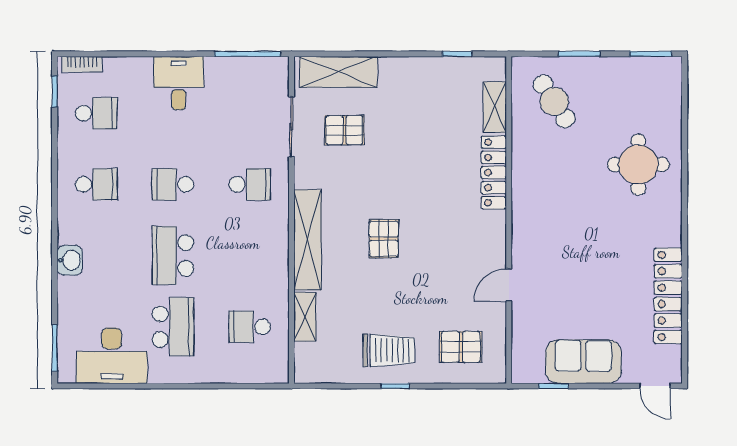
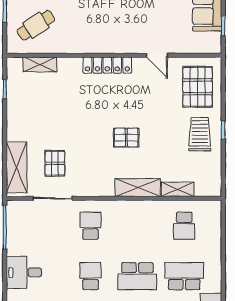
locker: (494, 173) -> (107, 65), moved
school desk: (173, 184) -> (91, 276), turned 180
shelving: (308, 240) -> (138, 188), width x0.68
pallet: (461, 347) -> (198, 87), width x1.50, depth x1.42

